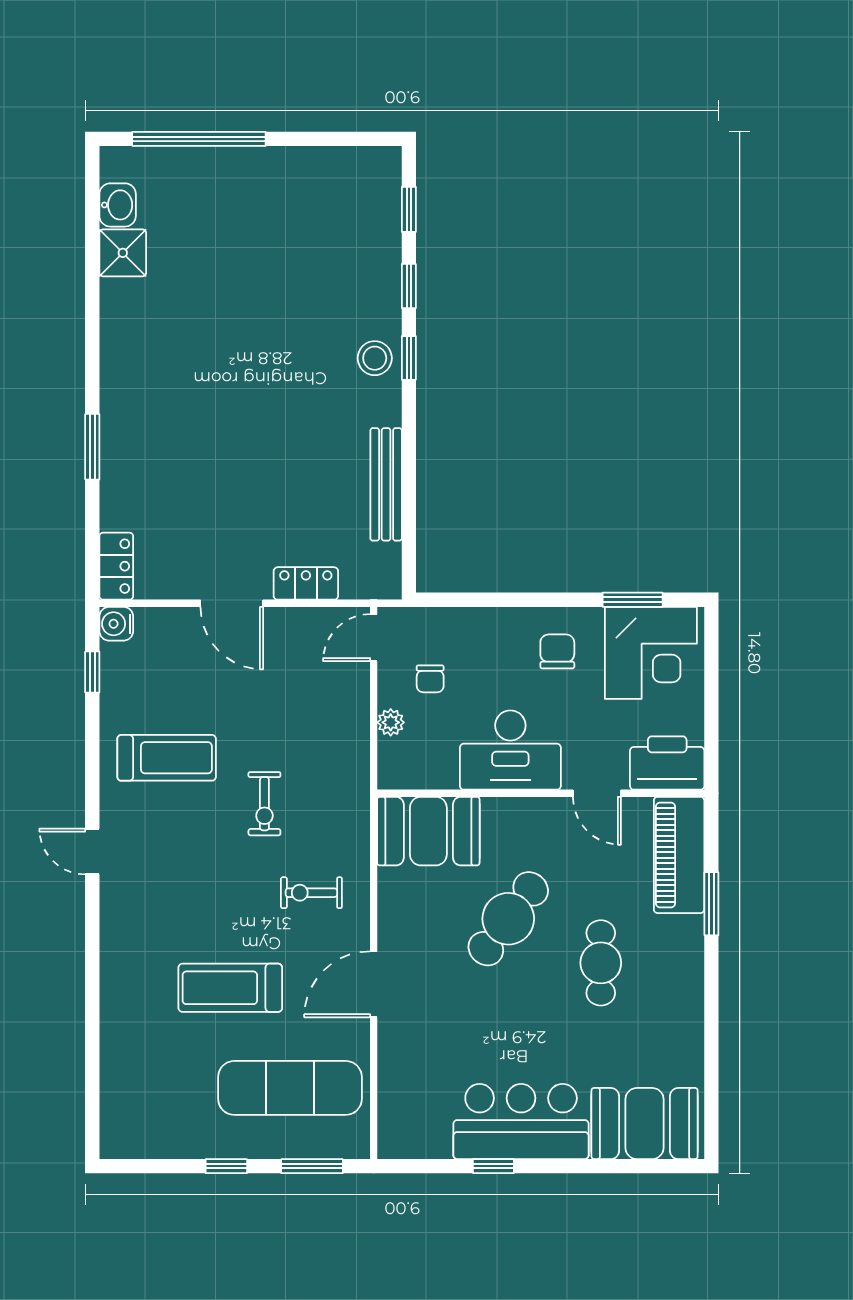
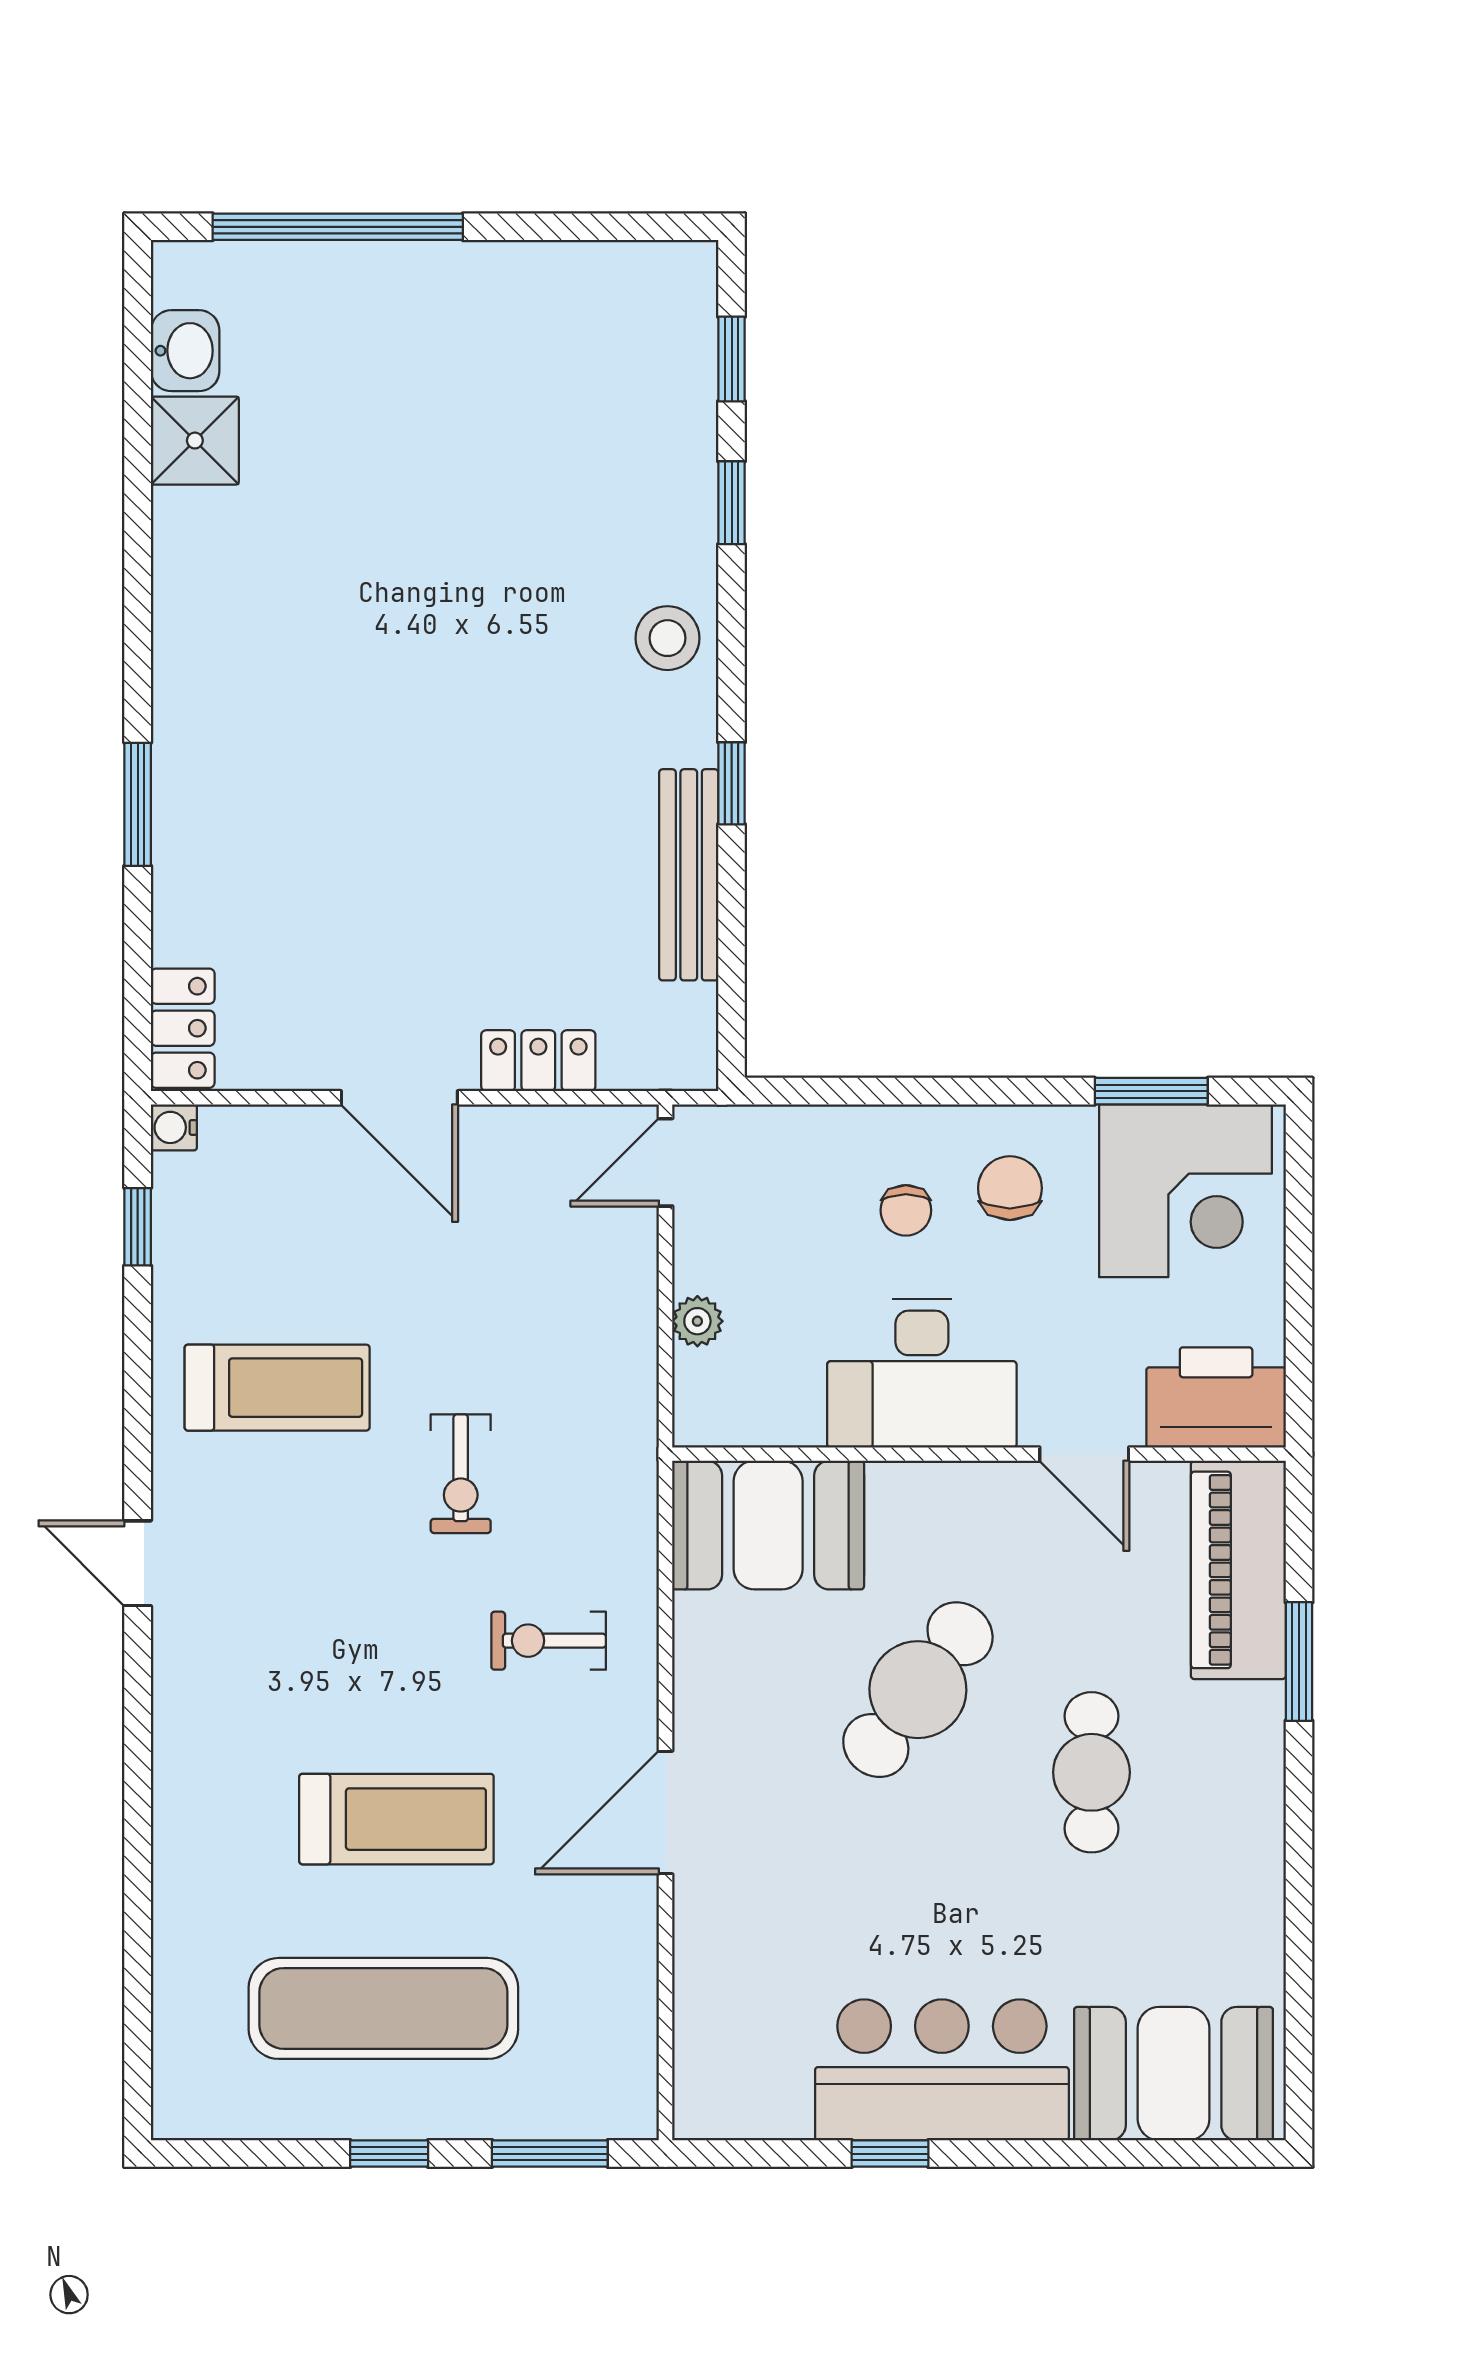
window: (409, 358) -> (732, 783), moved
water cooler: (116, 624) -> (174, 1127), width x0.72, depth x0.72
chair: (430, 679) -> (906, 1210), moved
treadmill: (230, 988) -> (396, 1819), turned 180
exercise mat: (290, 1088) -> (383, 2008), moved

